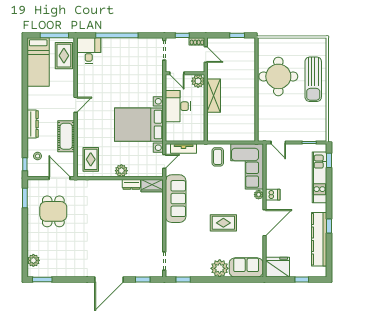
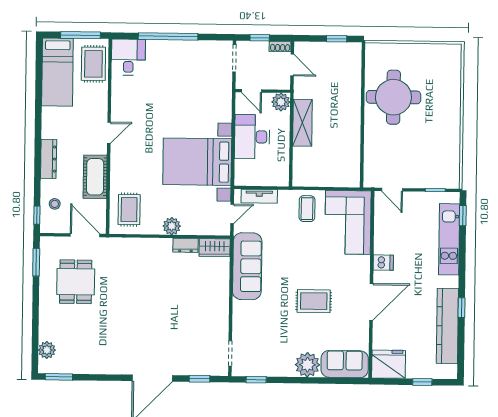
sun lounger: (313, 79) -> (442, 102), removed
plant: (259, 195) -> (364, 262), removed

